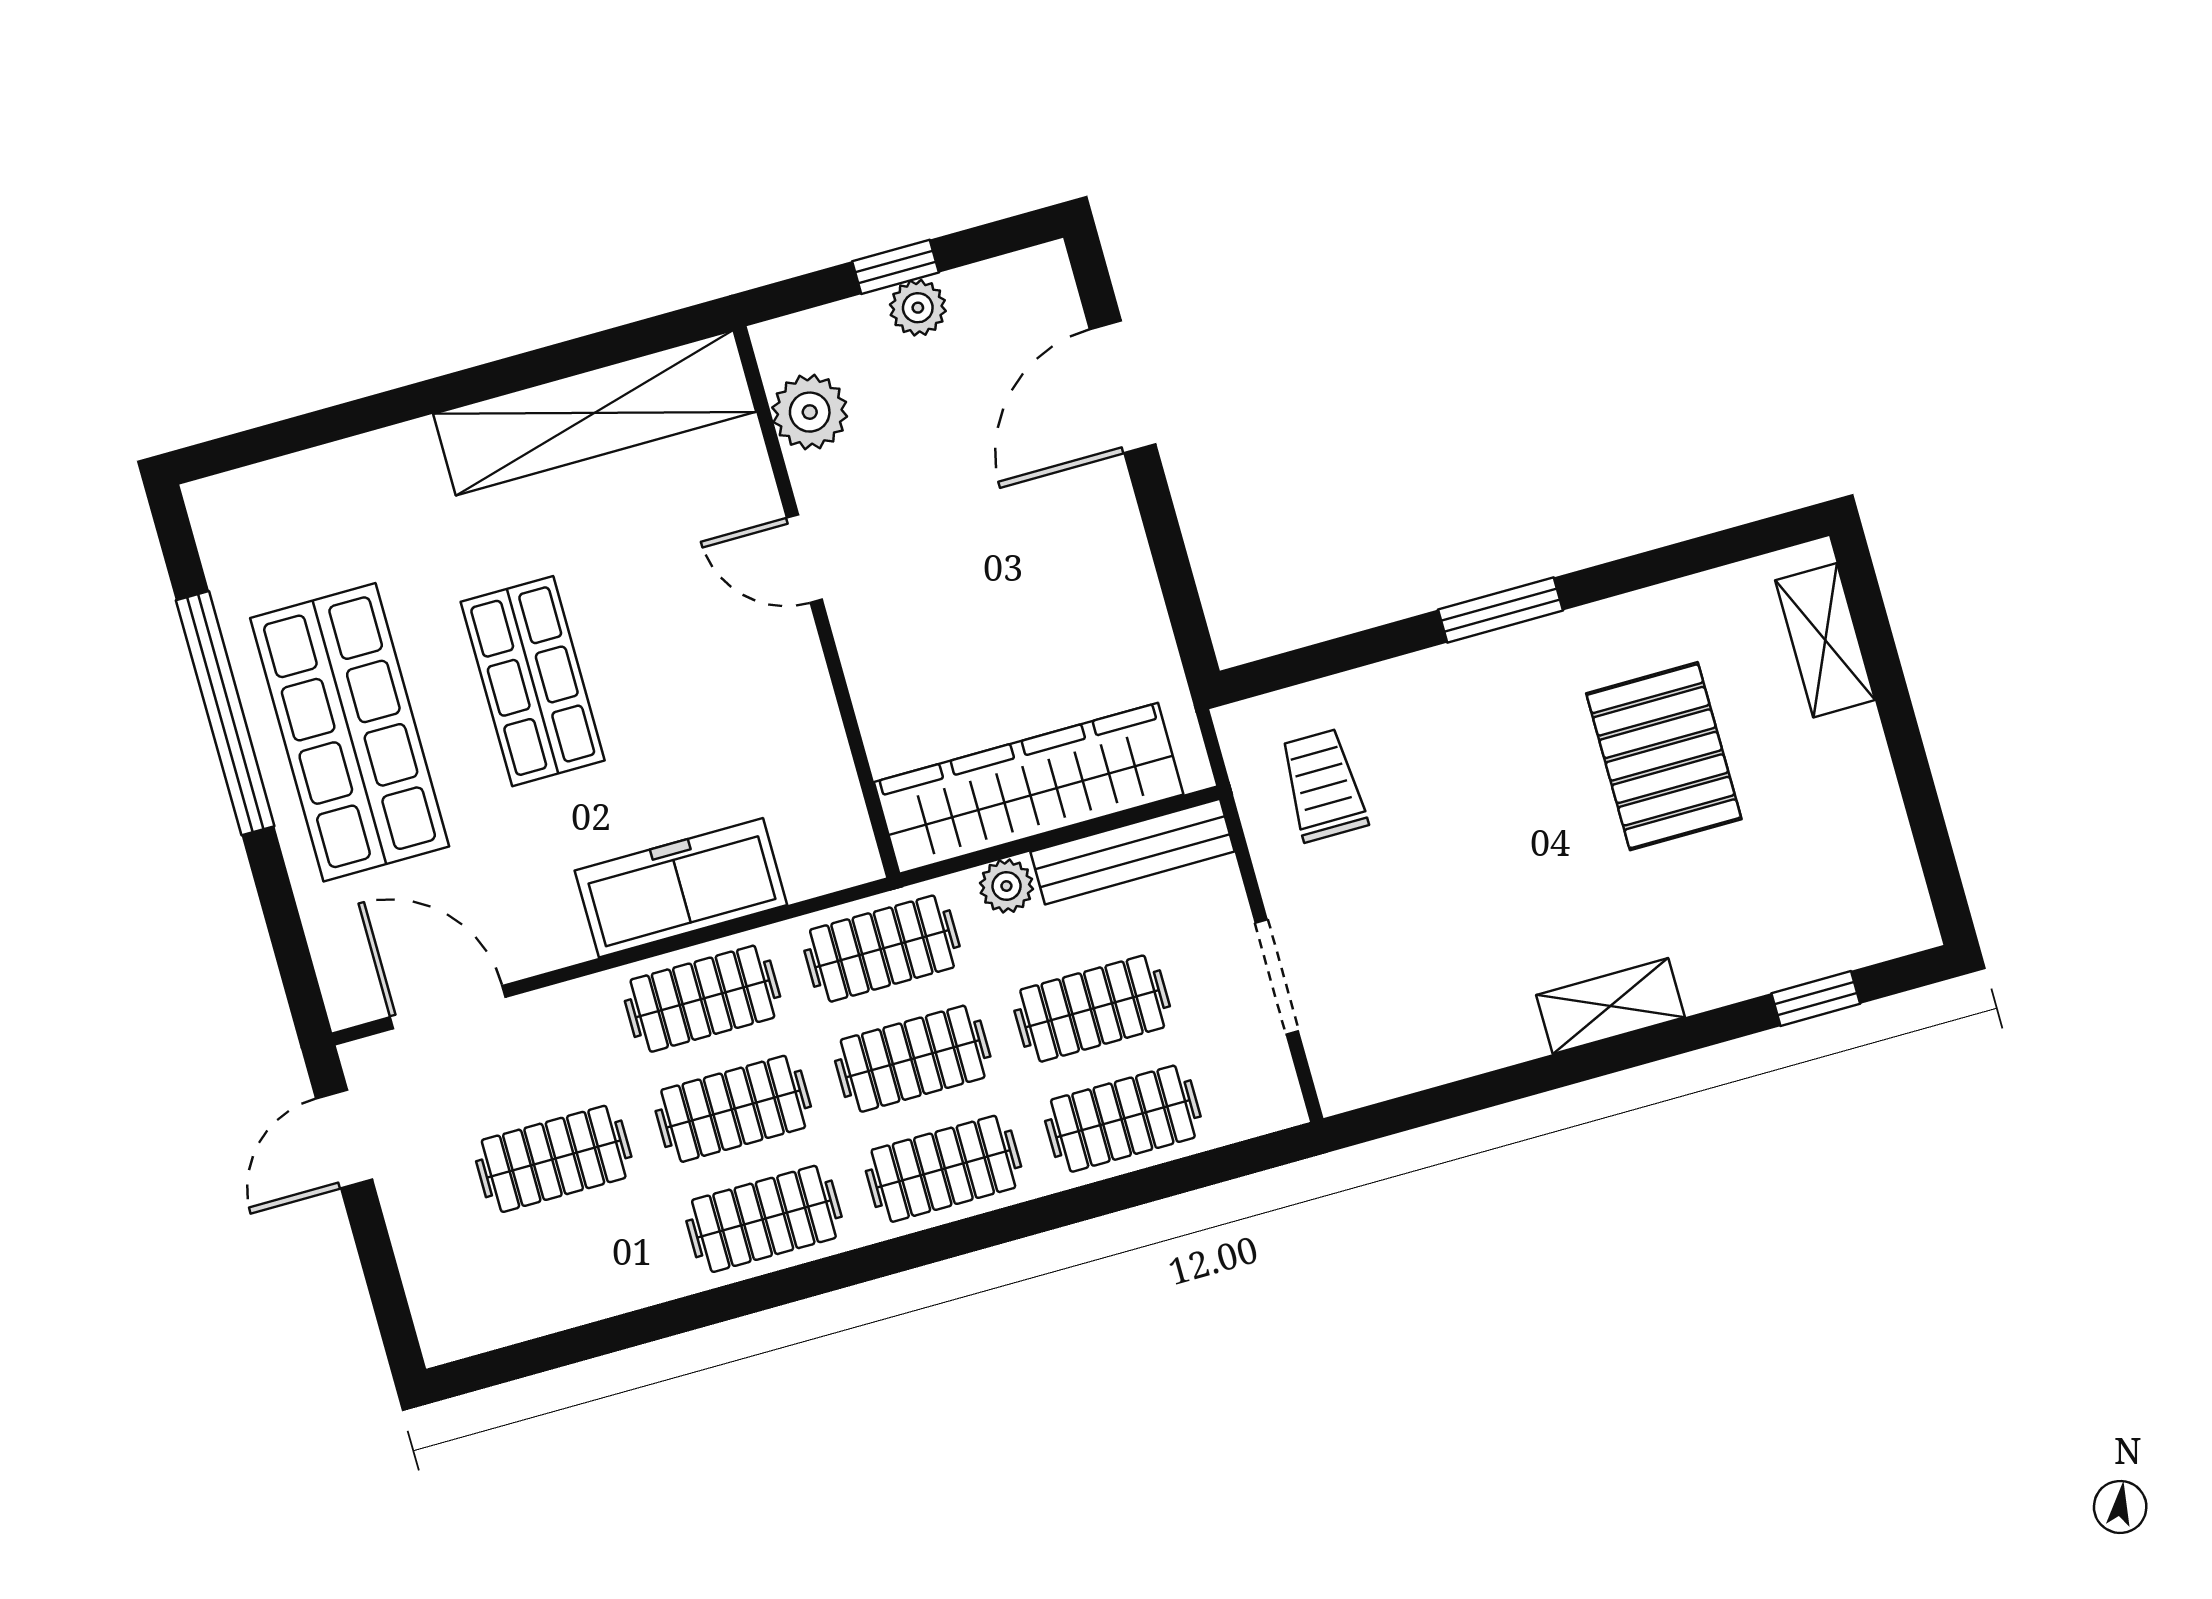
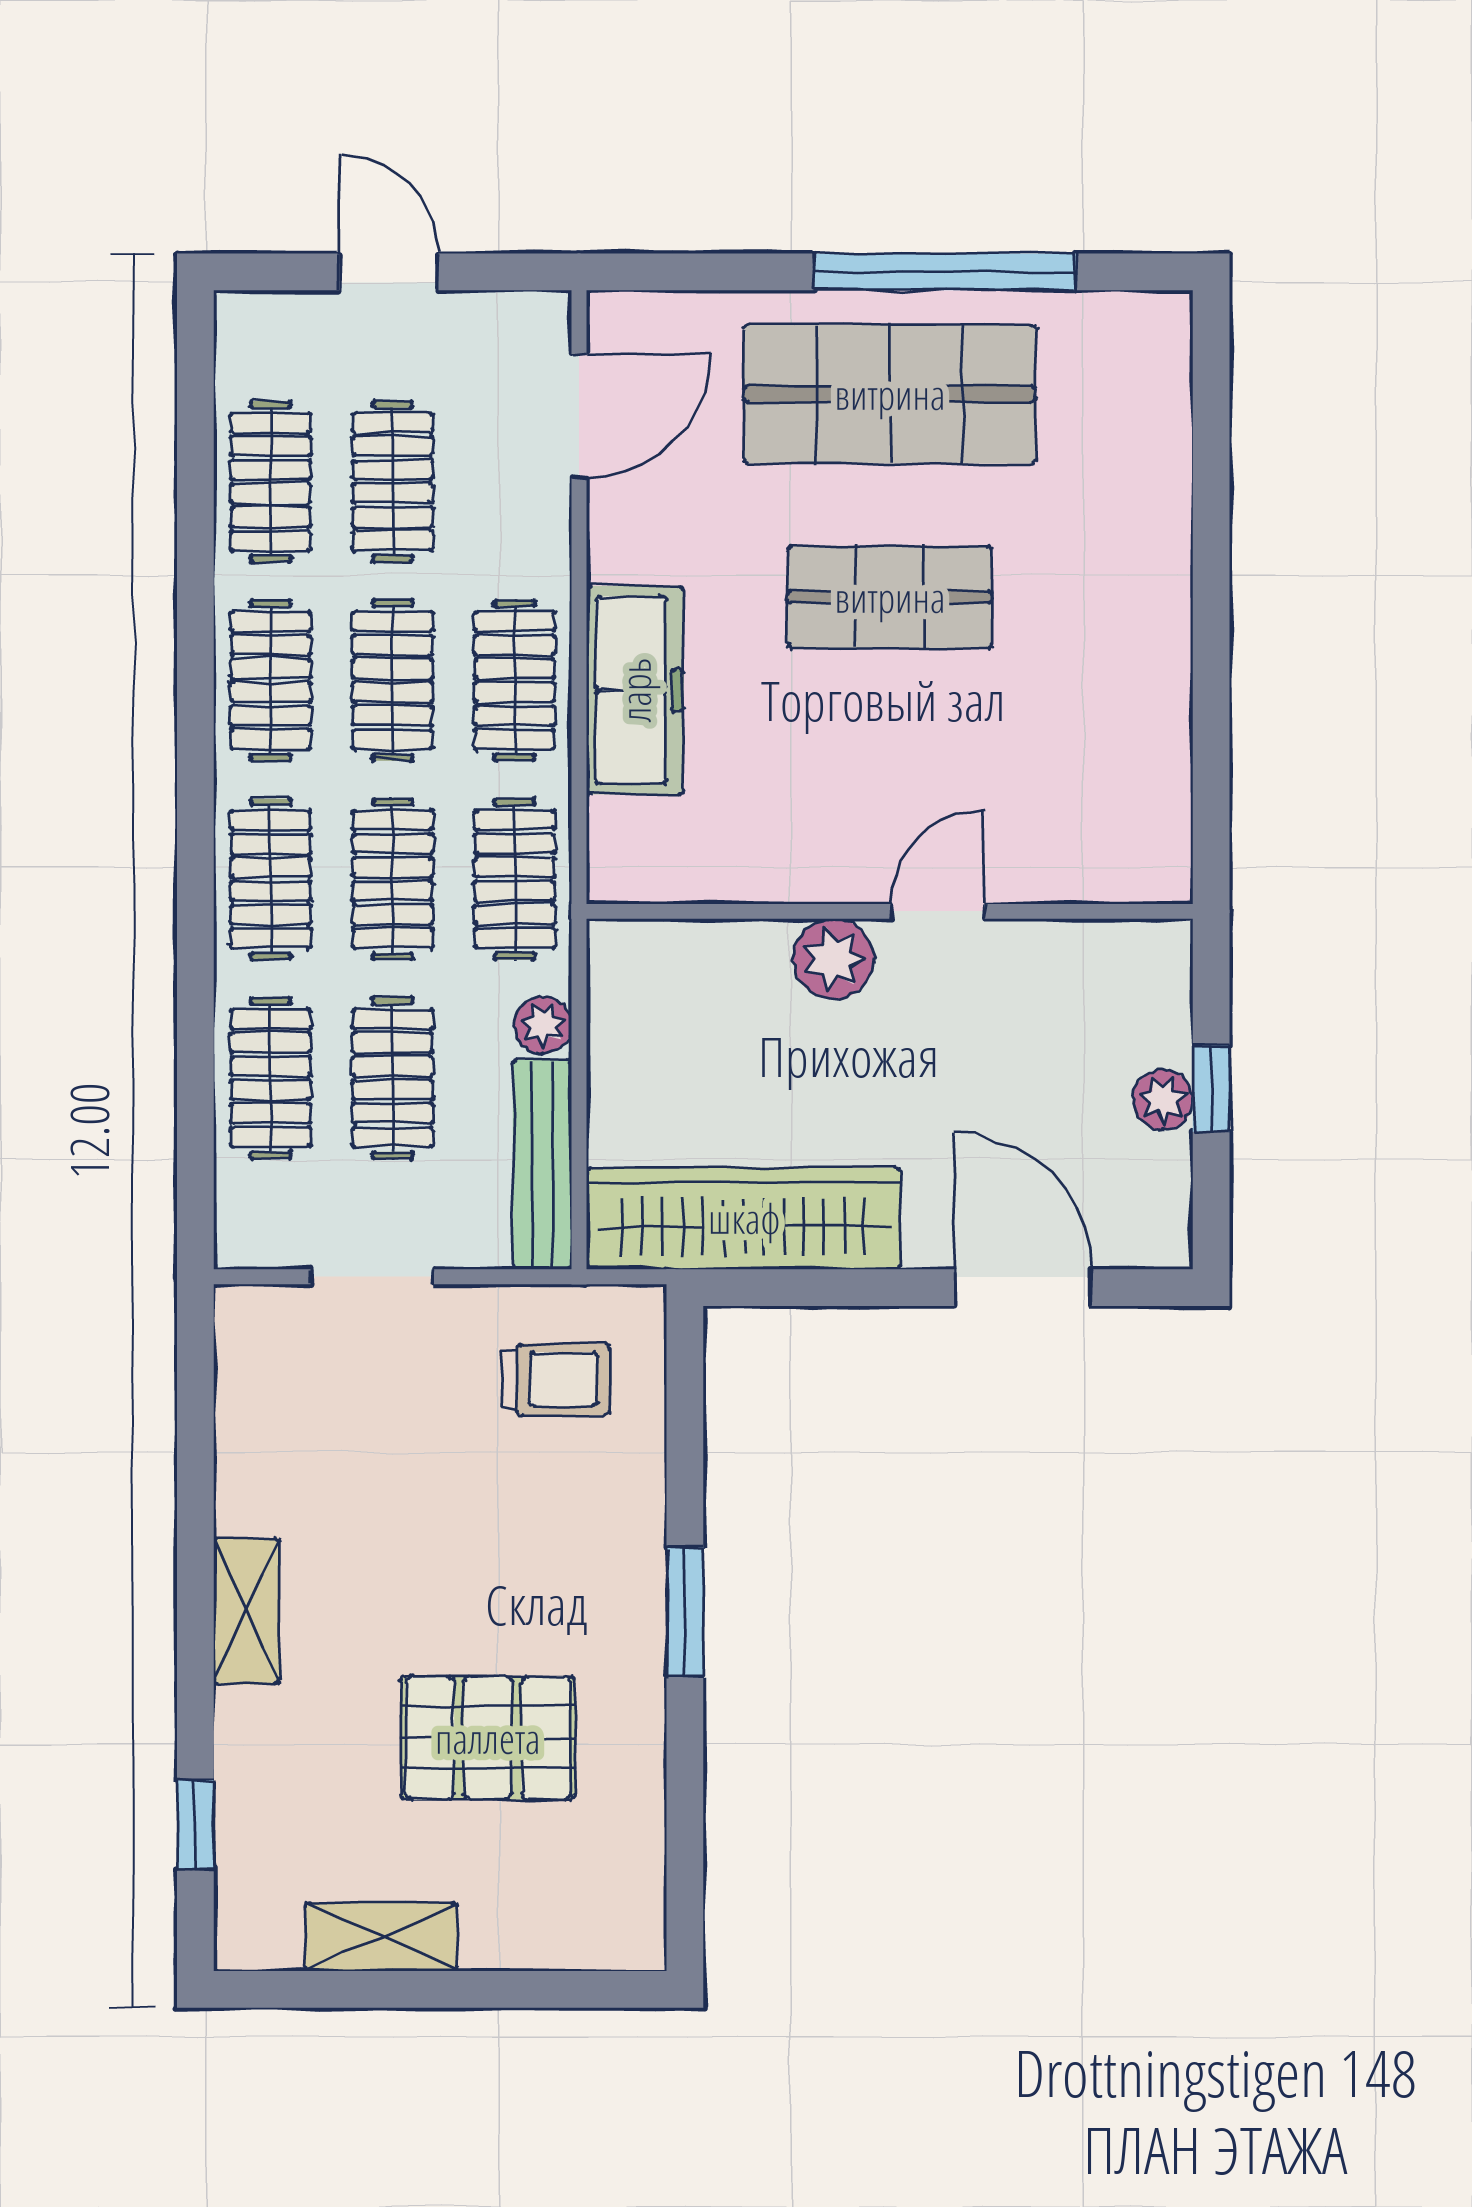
plant: (810, 412) -> (834, 959), moved
shelving: (595, 413) -> (1148, 738), removed
shelving: (1825, 640) -> (381, 1937), moved
wardrobe: (1029, 788) -> (744, 1218), moved, turned -90
door: (344, 1139) -> (389, 272), moved
clothes rail: (584, 1269) -> (271, 482), added

